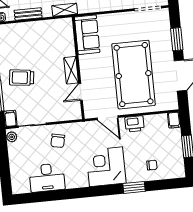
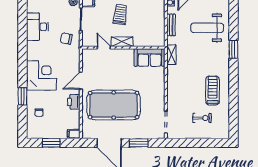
sofa: (87, 35) -> (149, 57), moved
wall: (78, 68) -> (123, 48), moved
shelving: (71, 70) -> (122, 42), moved
door: (81, 92) -> (104, 48), moved

